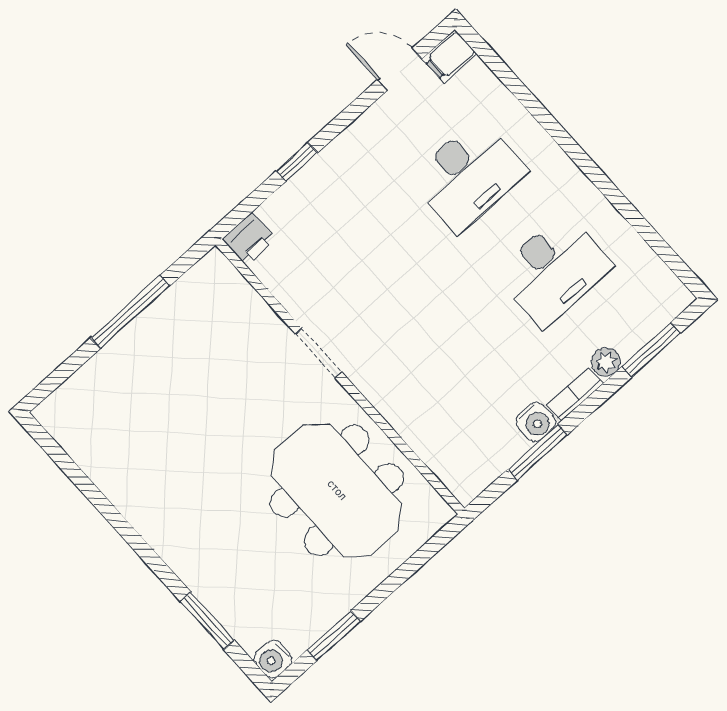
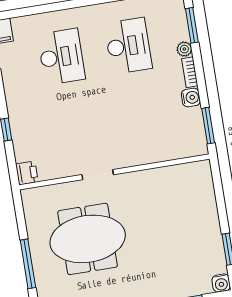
window: (130, 312) -> (28, 264), moved
window: (538, 452) -> (208, 126), moved
meeting table: (337, 490) -> (88, 239), moved

